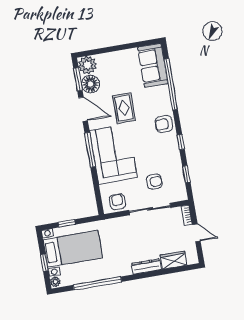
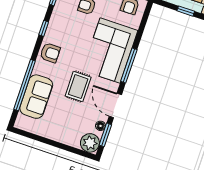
sofa: (153, 65) -> (36, 97), moved
floor lamp: (90, 84) -> (101, 126), width x0.53, depth x0.53

